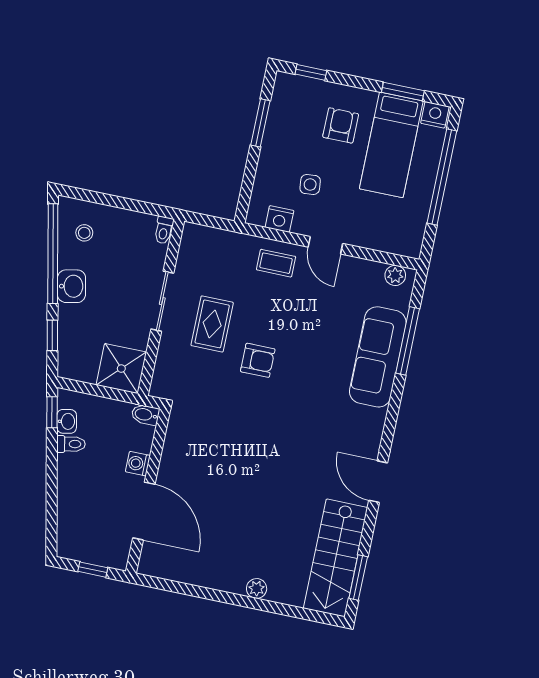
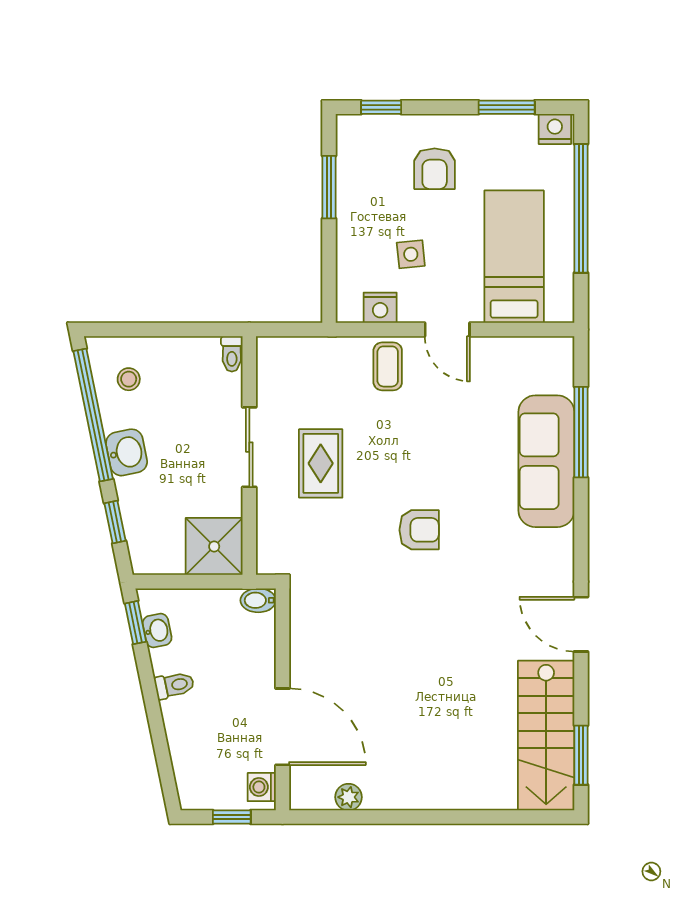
armchair: (341, 125) -> (435, 169), turned 180
bed: (391, 145) -> (514, 257), moved, turned 180
coffee table: (276, 263) -> (388, 366), turned 90
plant: (395, 275) -> (547, 350), removed
armchair: (258, 360) -> (419, 530), moved
toilet: (71, 444) -> (174, 685), moved
washing machine: (138, 464) -> (262, 787), moved
plant: (257, 588) -> (349, 797), moved

